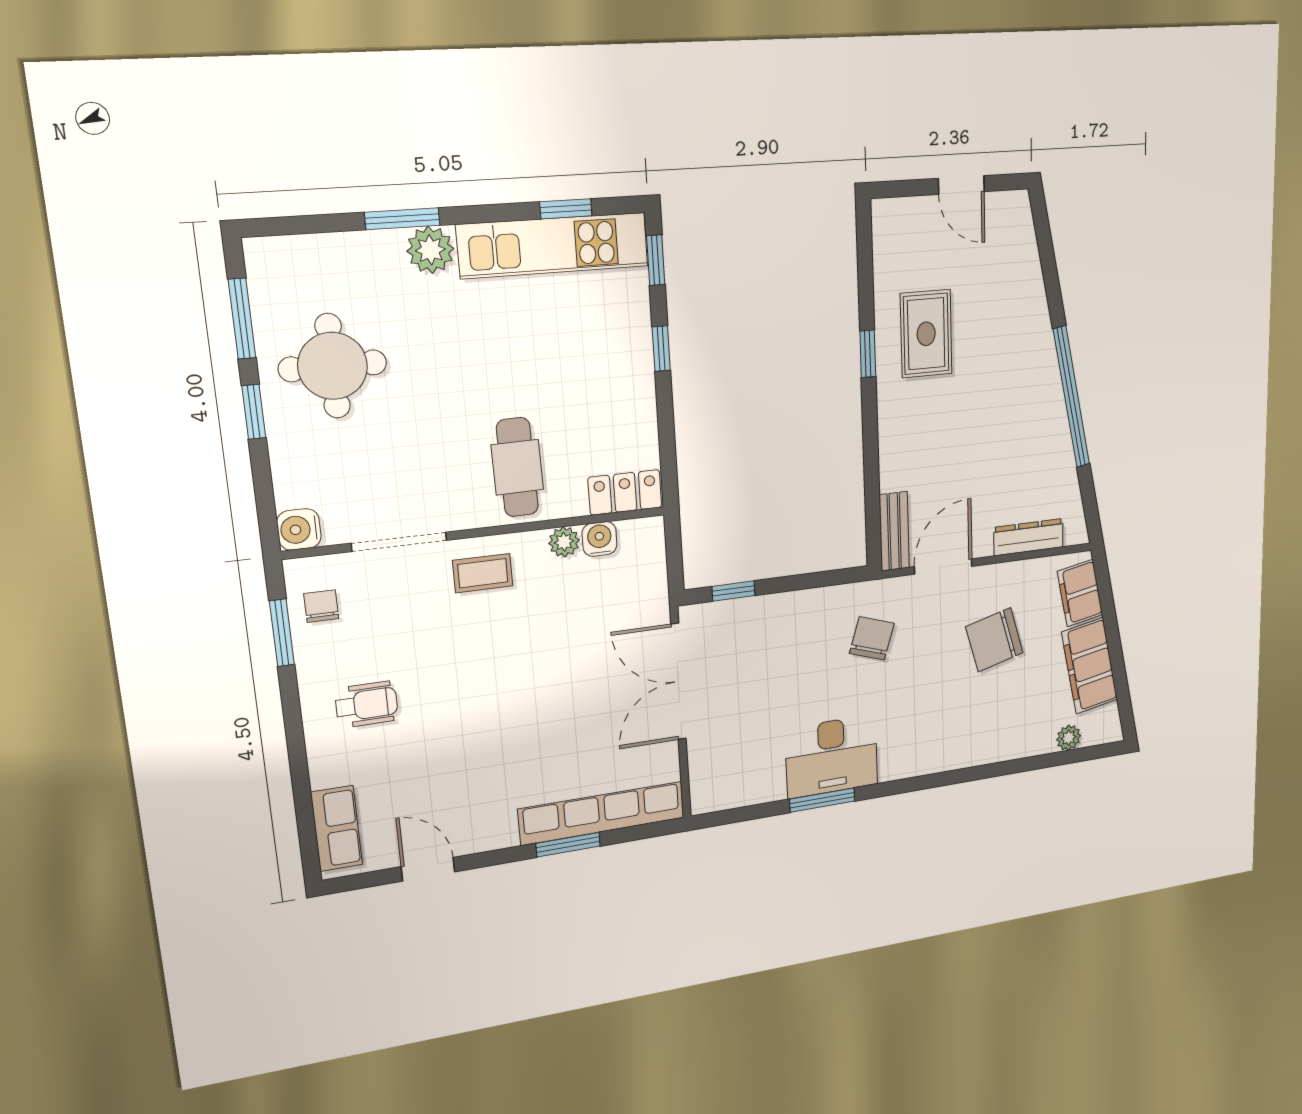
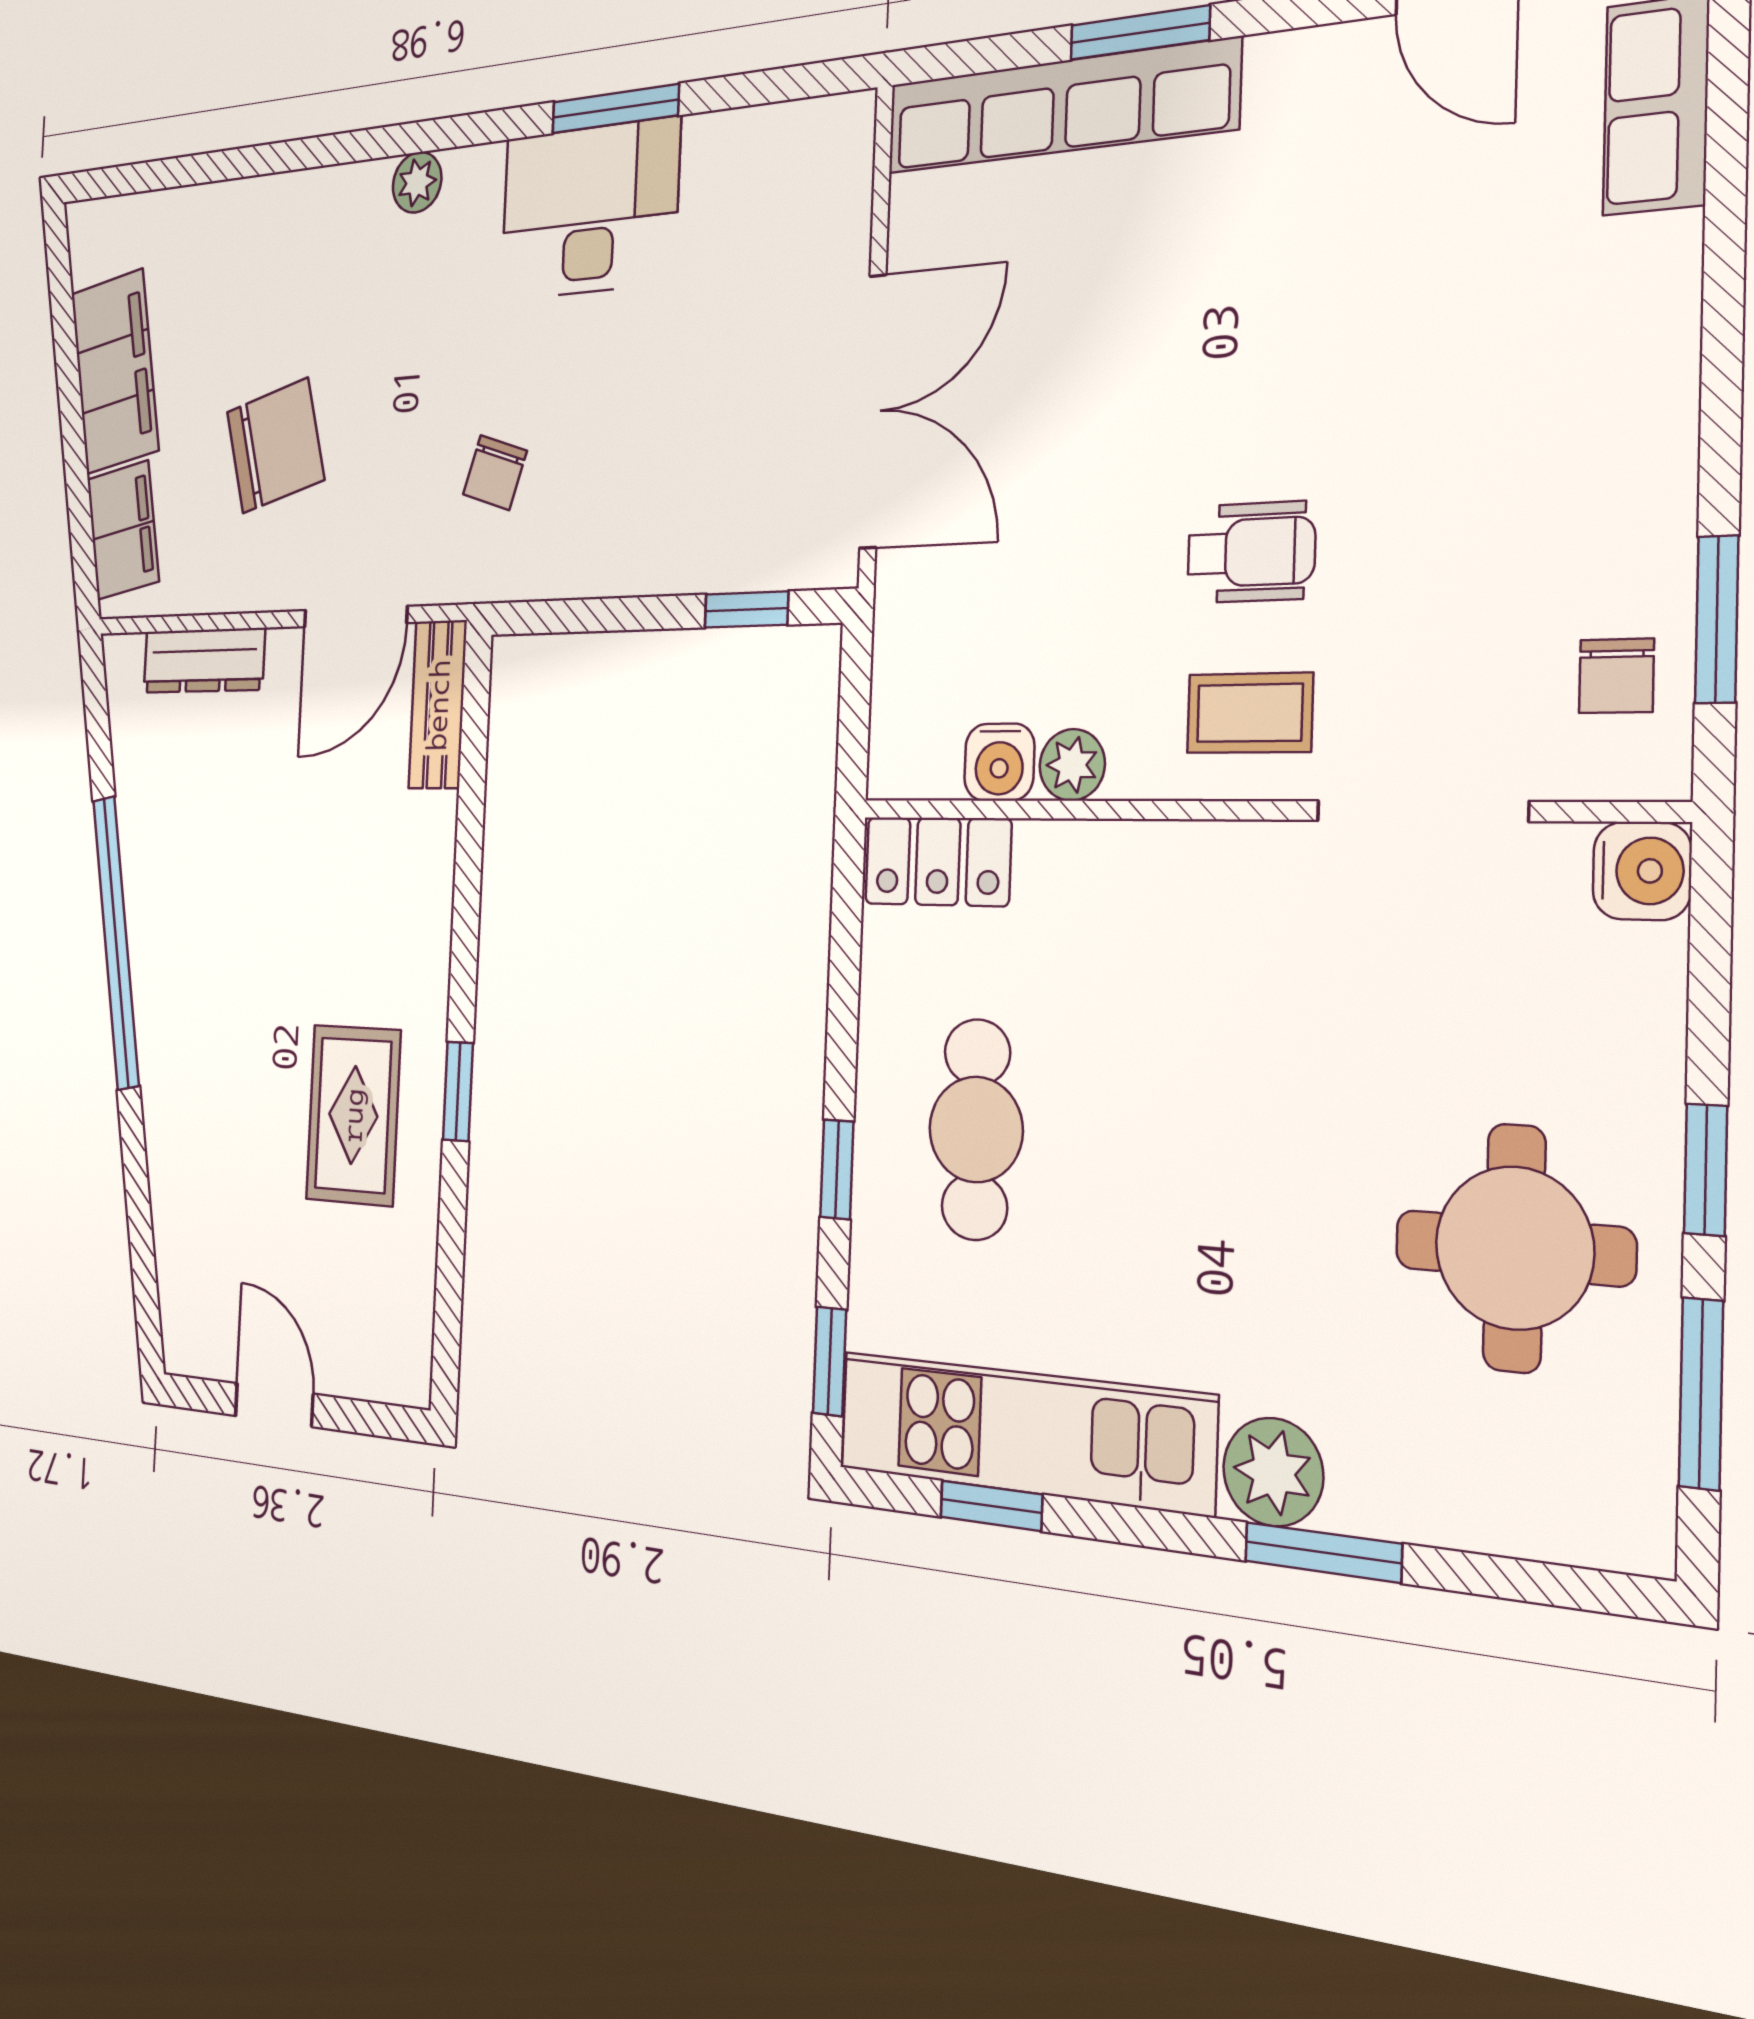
cafe table: (517, 467) -> (976, 1130), moved
chair: (872, 638) -> (495, 473), width x0.73, depth x0.73
wheelchair: (367, 704) -> (1251, 552), moved, turned 180
plant: (1069, 738) -> (417, 182), moved

